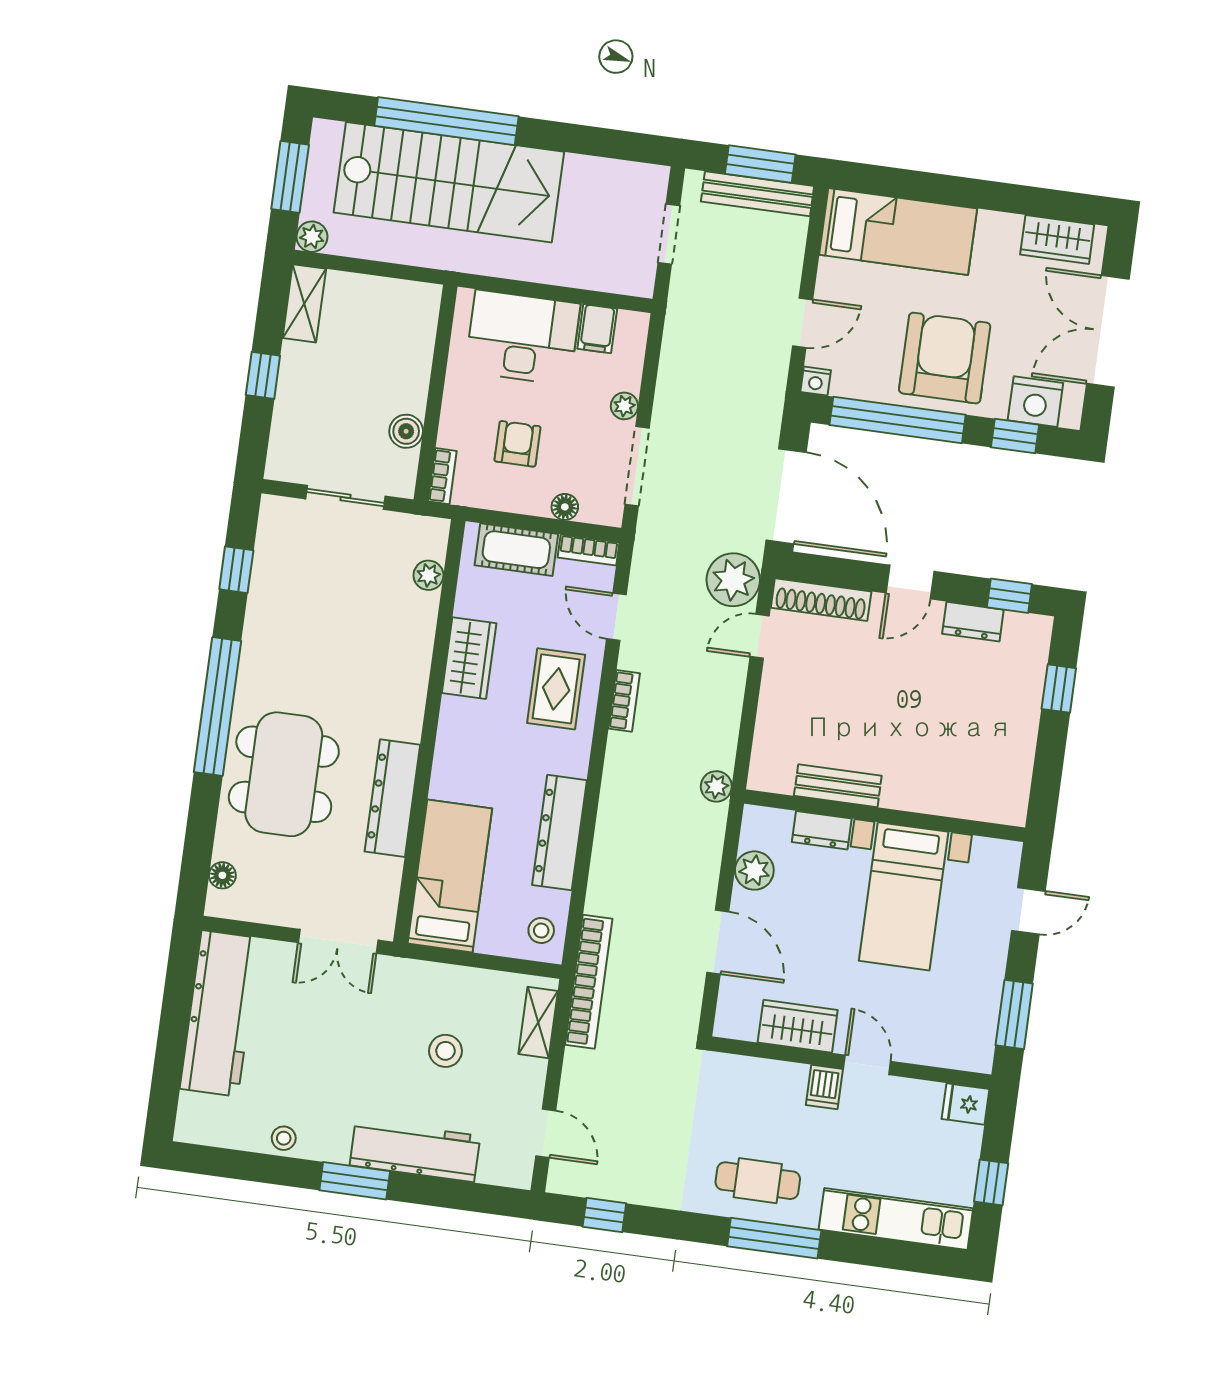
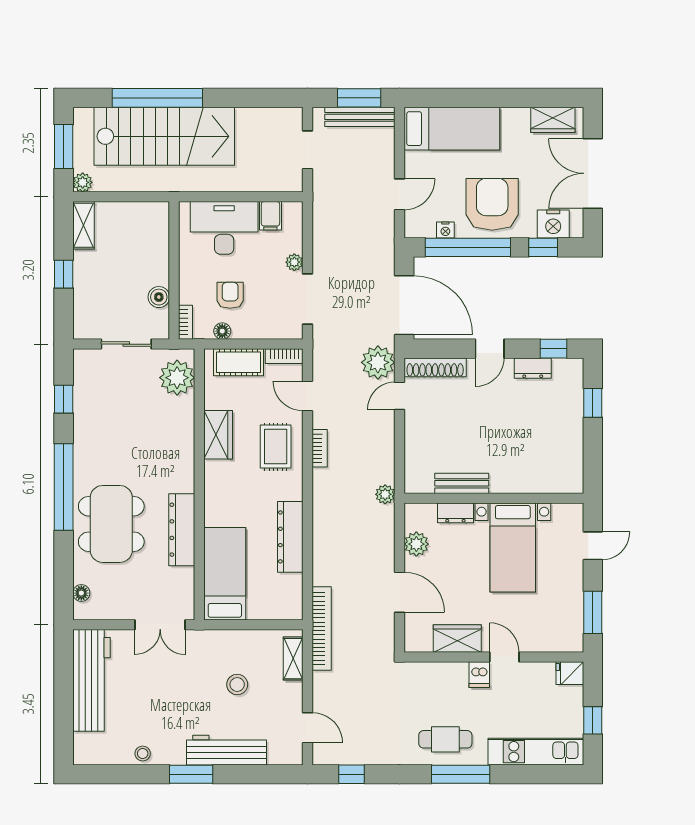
nightstand: (816, 381) -> (445, 230), moved
floor lamp: (565, 507) -> (222, 331), moved
plant: (428, 575) -> (177, 378), width x1.87, depth x1.87
stool: (541, 930) -> (287, 600), removed

